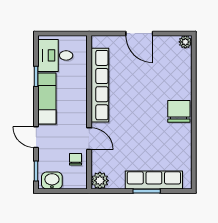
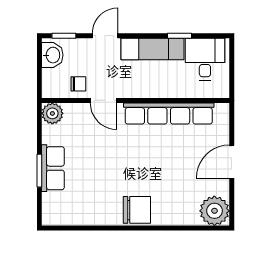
plant: (185, 42) -> (214, 211), width x1.88, depth x1.88
door: (89, 139) -> (103, 100), hinge flipped
row of seats: (154, 180) -> (53, 168), width x0.68

